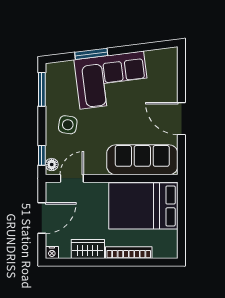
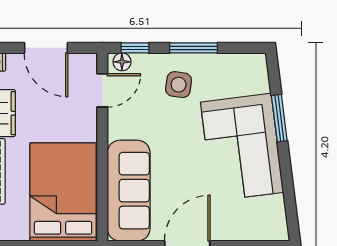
window: (42, 89) -> (193, 48), moved
door: (72, 178) -> (102, 90), hinge flipped

